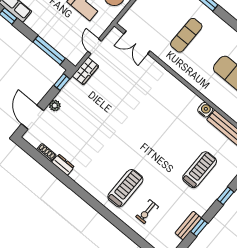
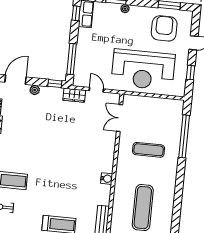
door: (95, 46) -> (96, 90), hinge flipped
water cooler: (205, 110) -> (107, 179), moved

